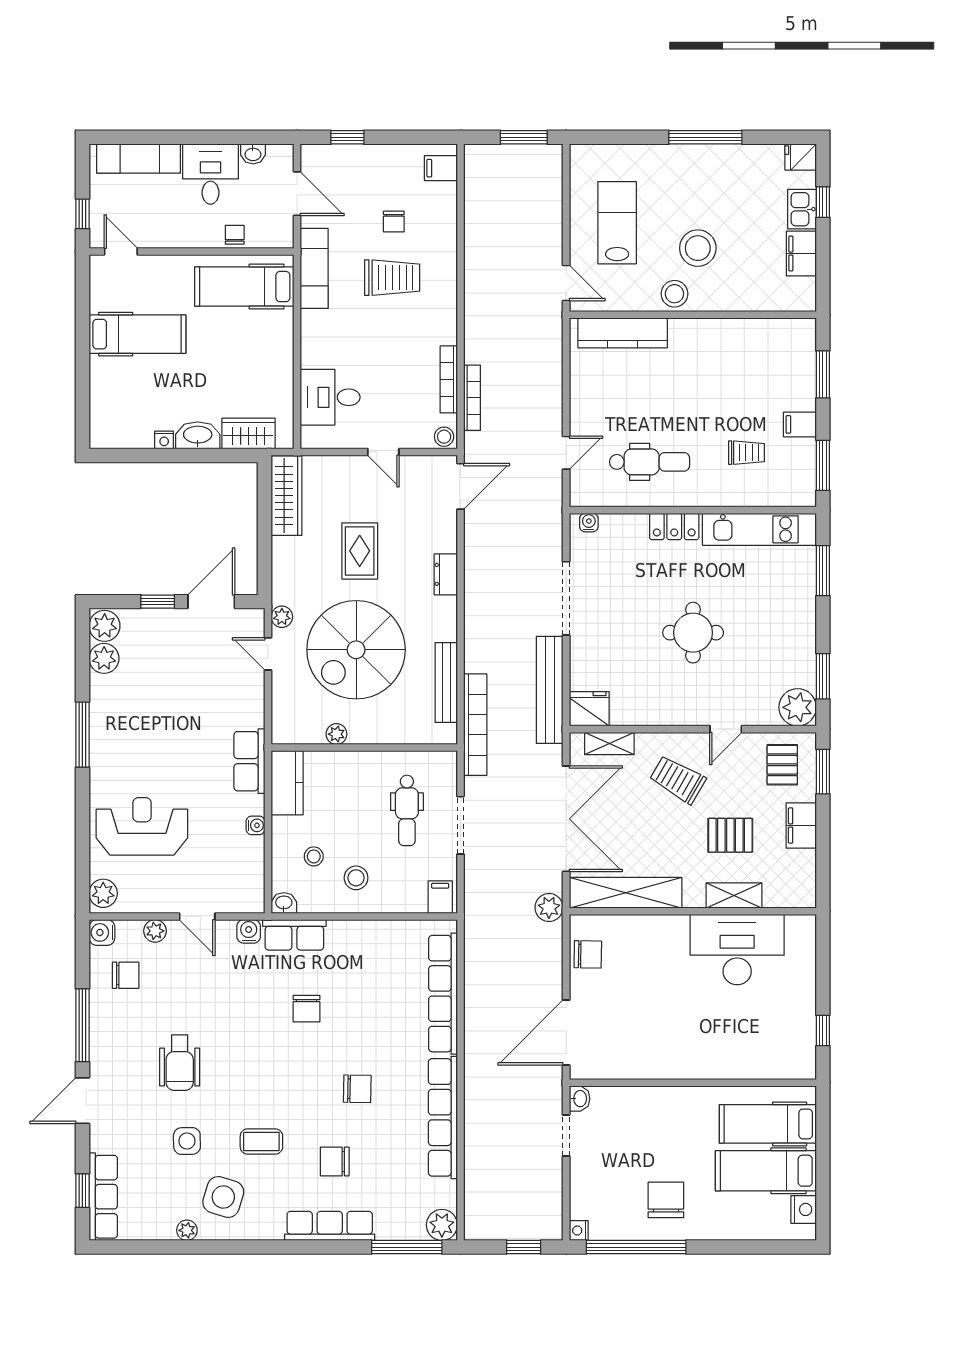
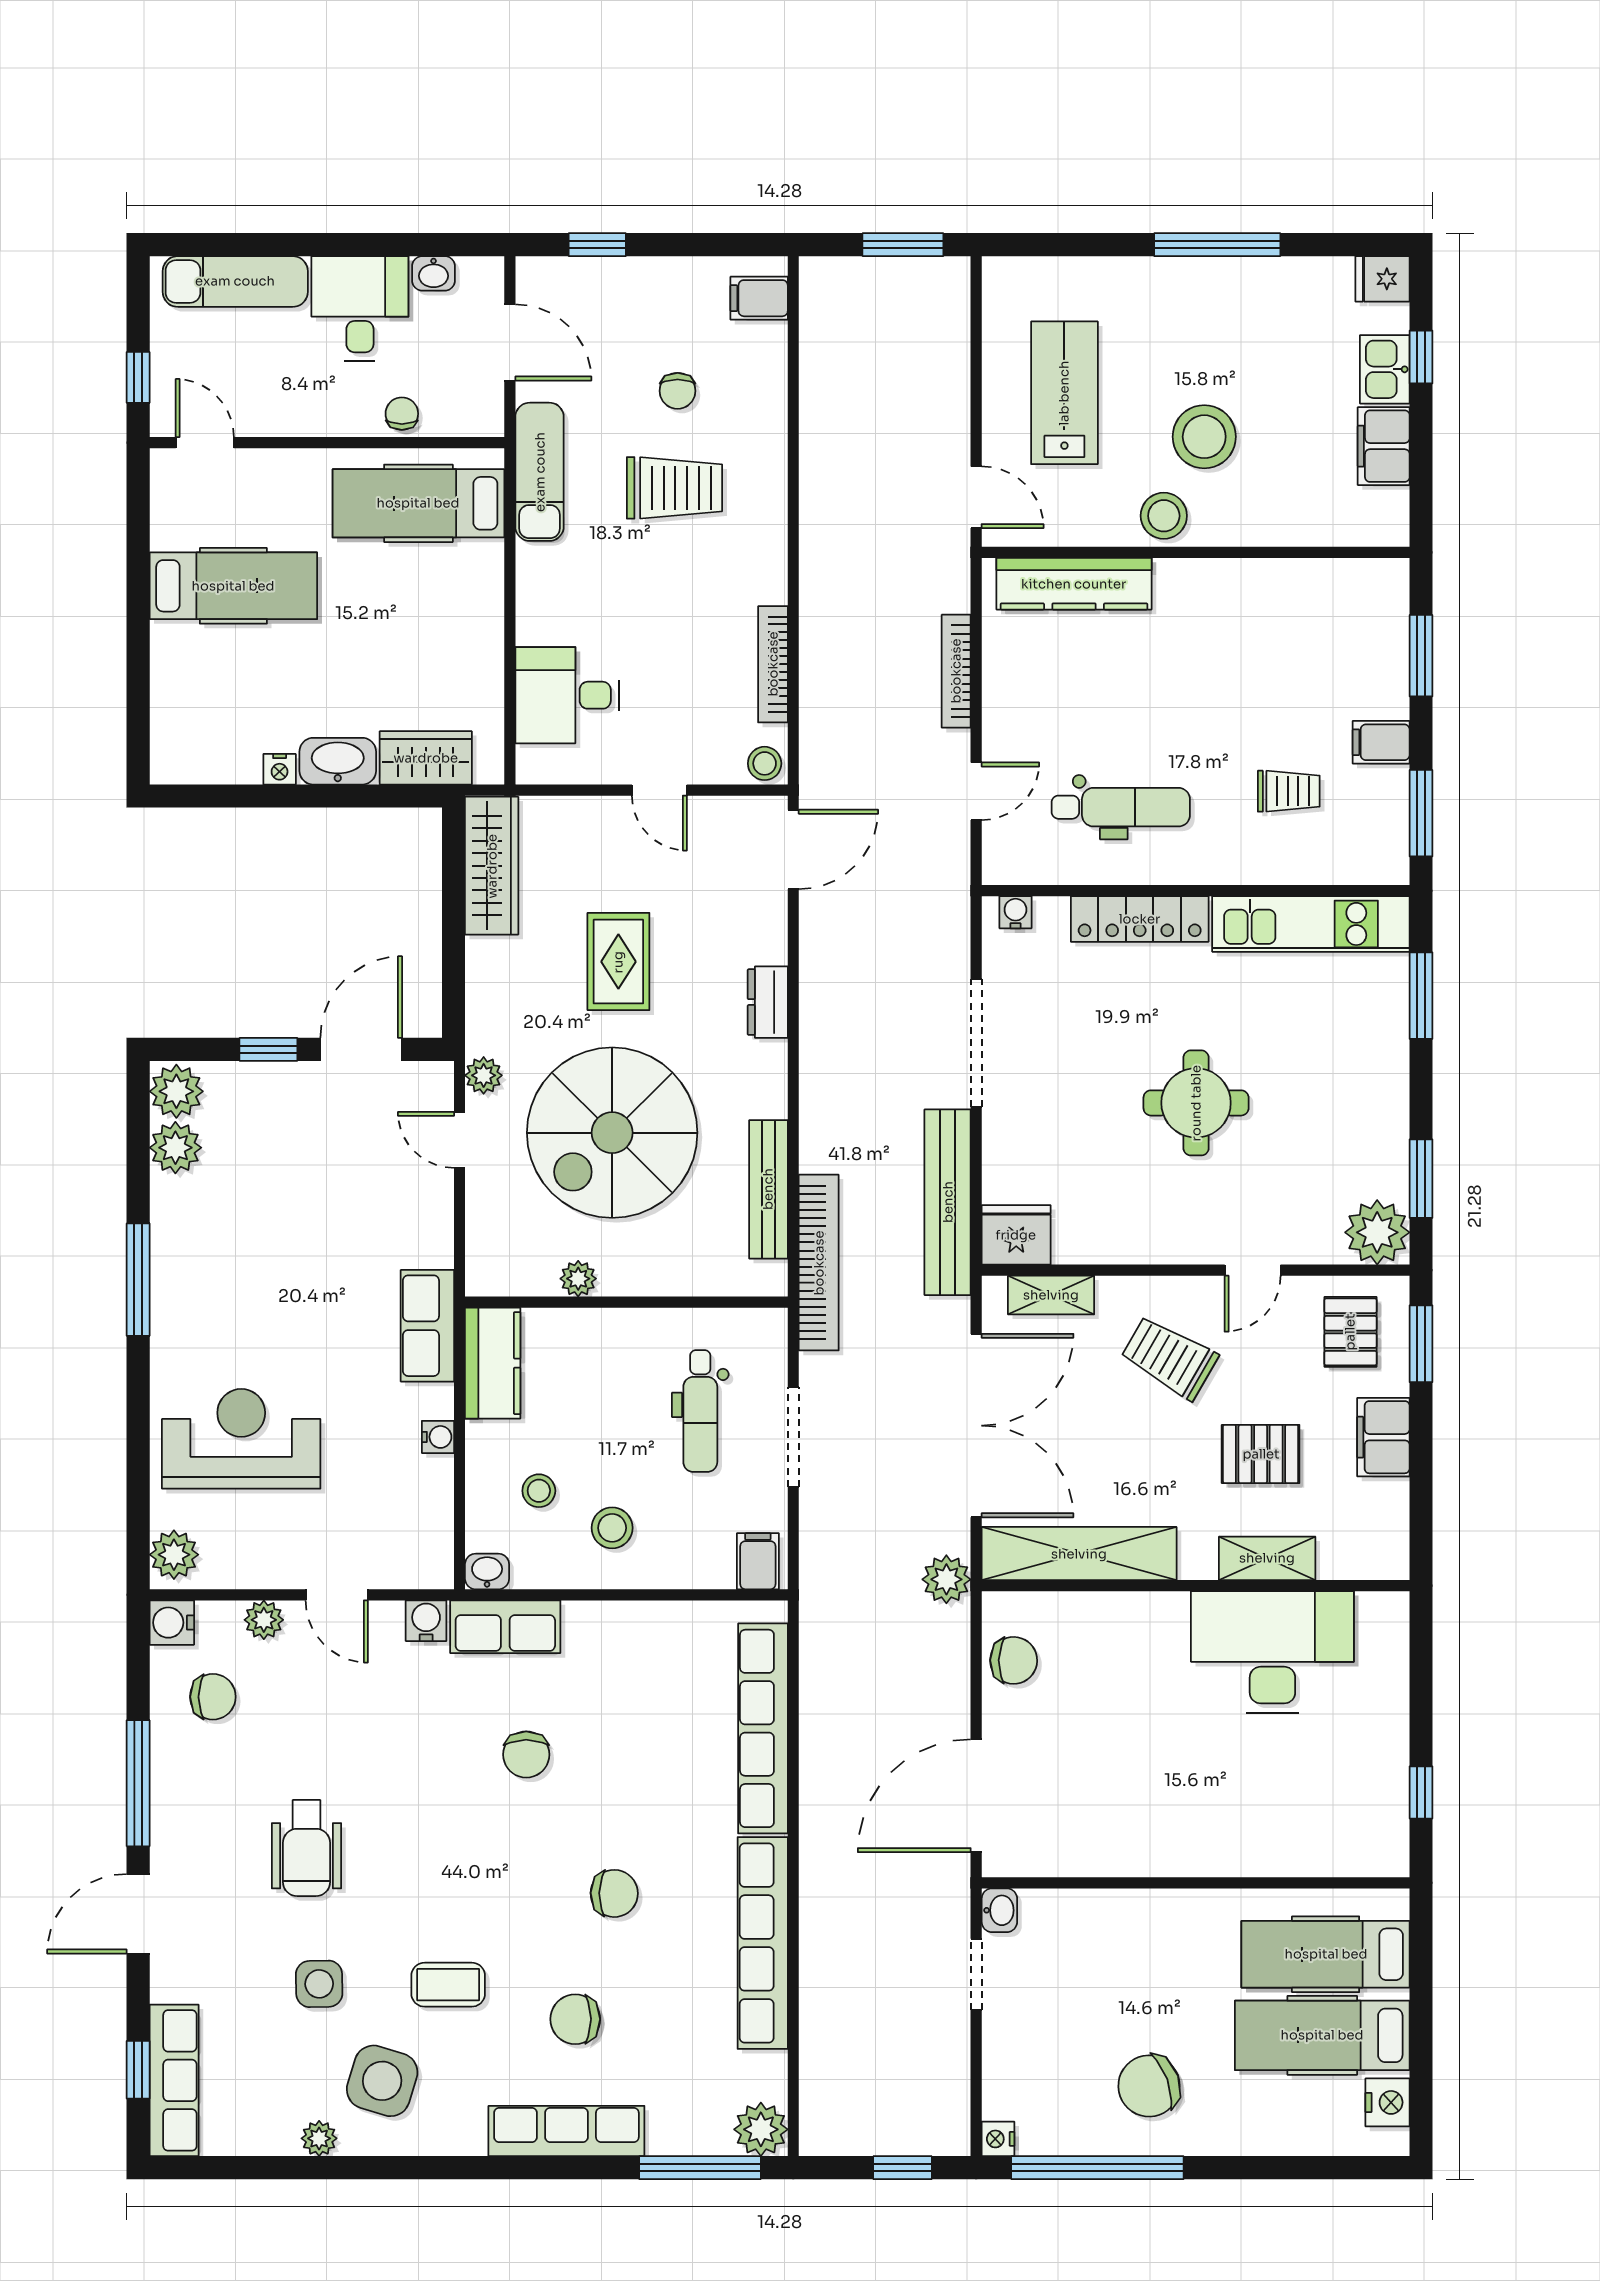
bookcase: (472, 398) -> (956, 671), moved, turned 180
locker: (674, 526) -> (1140, 919), width x1.53
chair: (666, 1200) -> (1149, 2086), turned -110

